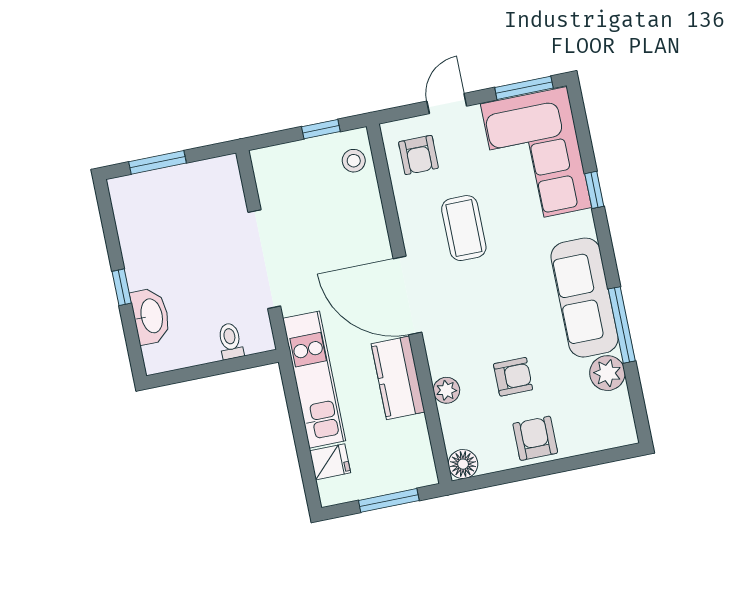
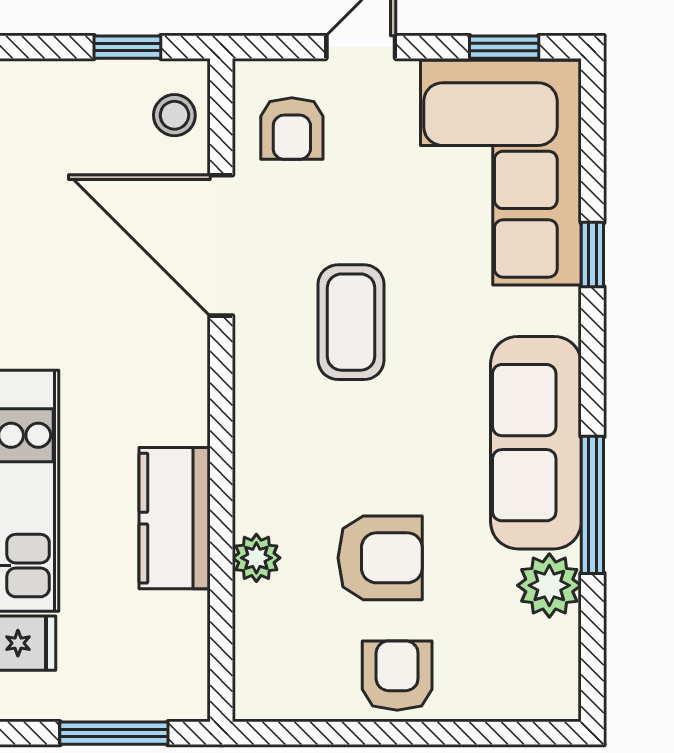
window: (524, 88) -> (504, 47), width x0.67
coffee table: (464, 228) -> (351, 322), moved
door: (407, 296) -> (221, 245), moved
armchair: (513, 377) -> (380, 558), width x1.38, depth x1.38
floor lamp: (463, 464) -> (259, 695), removed

